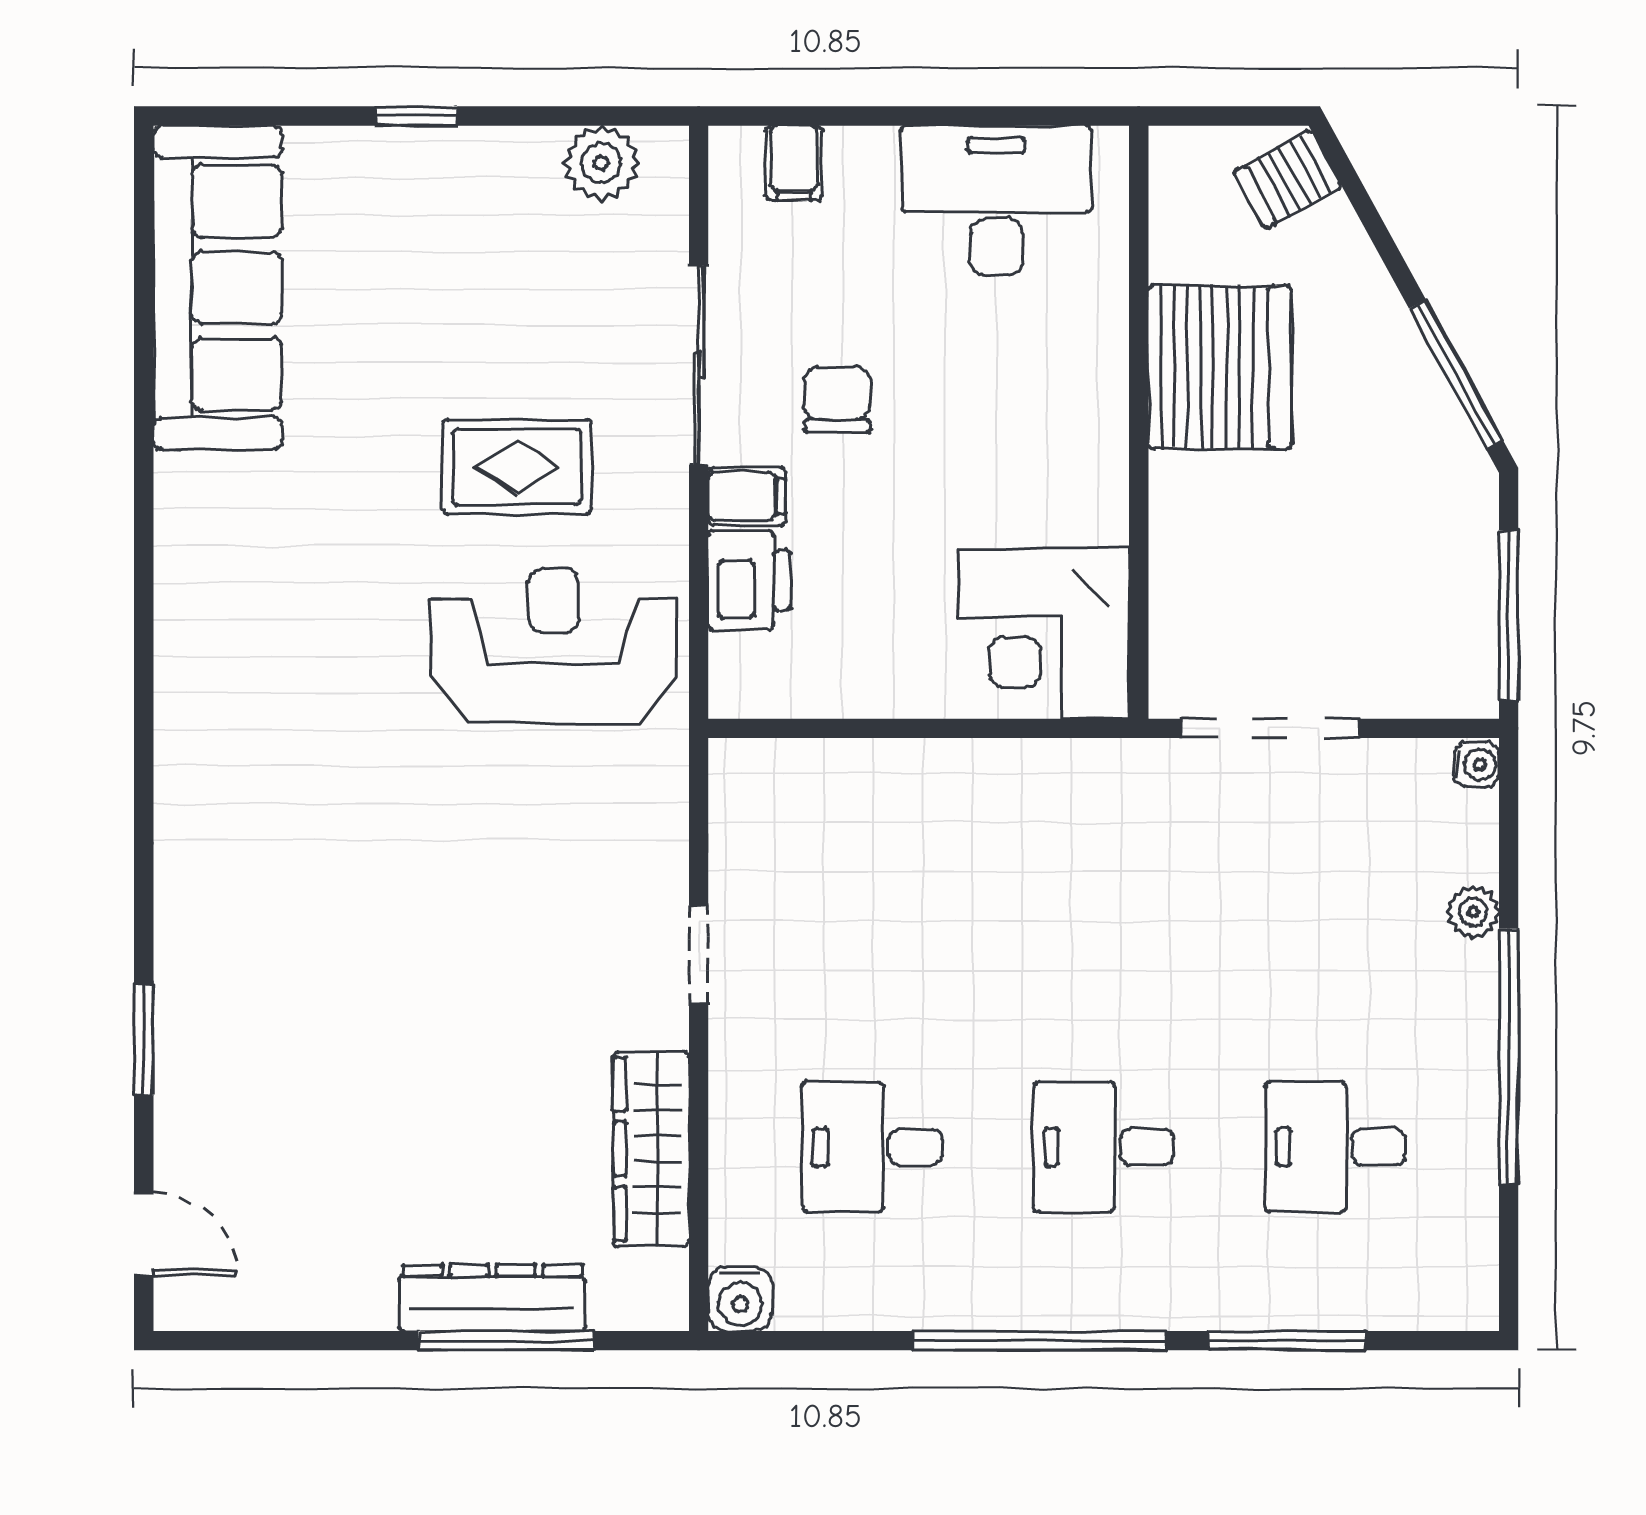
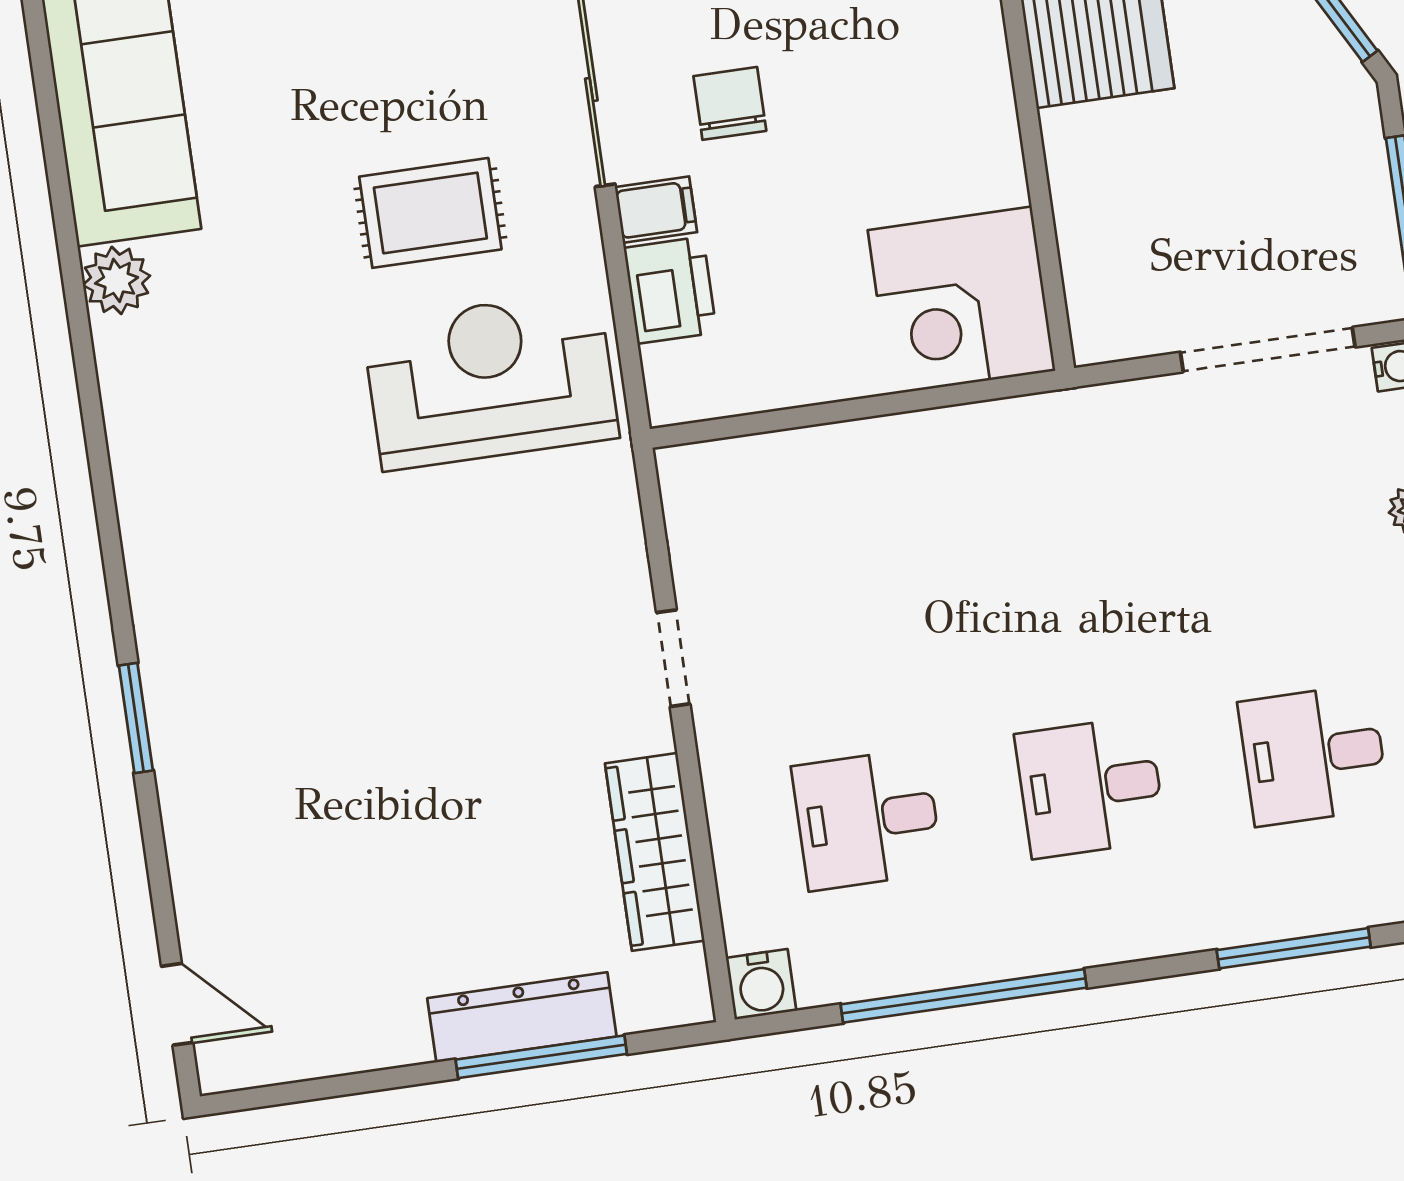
plant: (188, 489) -> (117, 280), added
doorway: (1270, 728) -> (1268, 350), moved
window: (144, 1040) -> (136, 718), moved
window: (1039, 1341) -> (964, 996), moved

